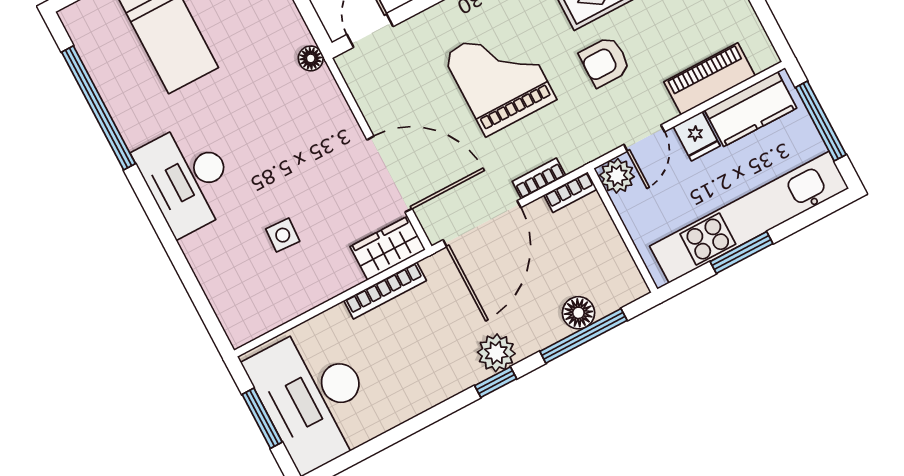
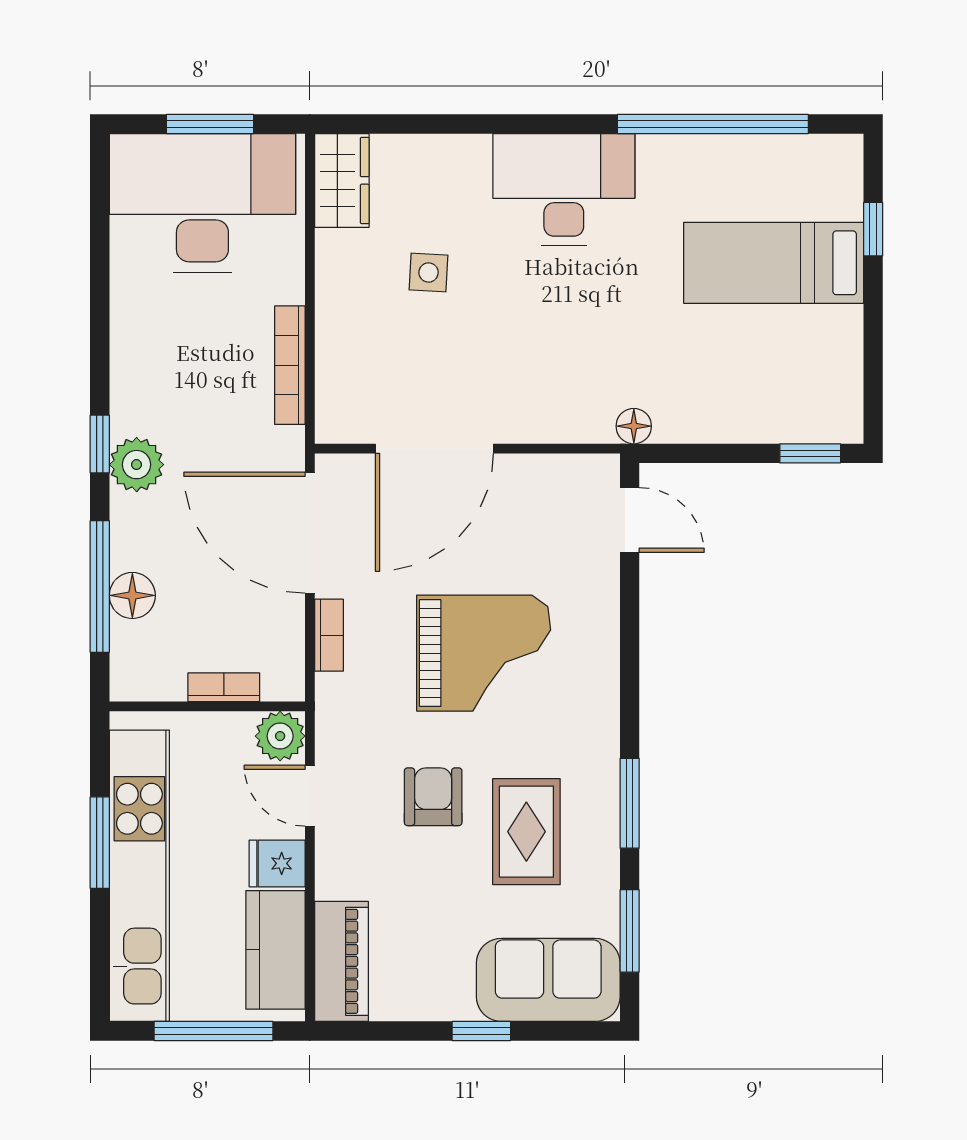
piano: (709, 79) -> (341, 961), moved
bookcase: (570, 192) -> (224, 687), moved, turned 90
wardrobe: (388, 248) -> (342, 180), moved

